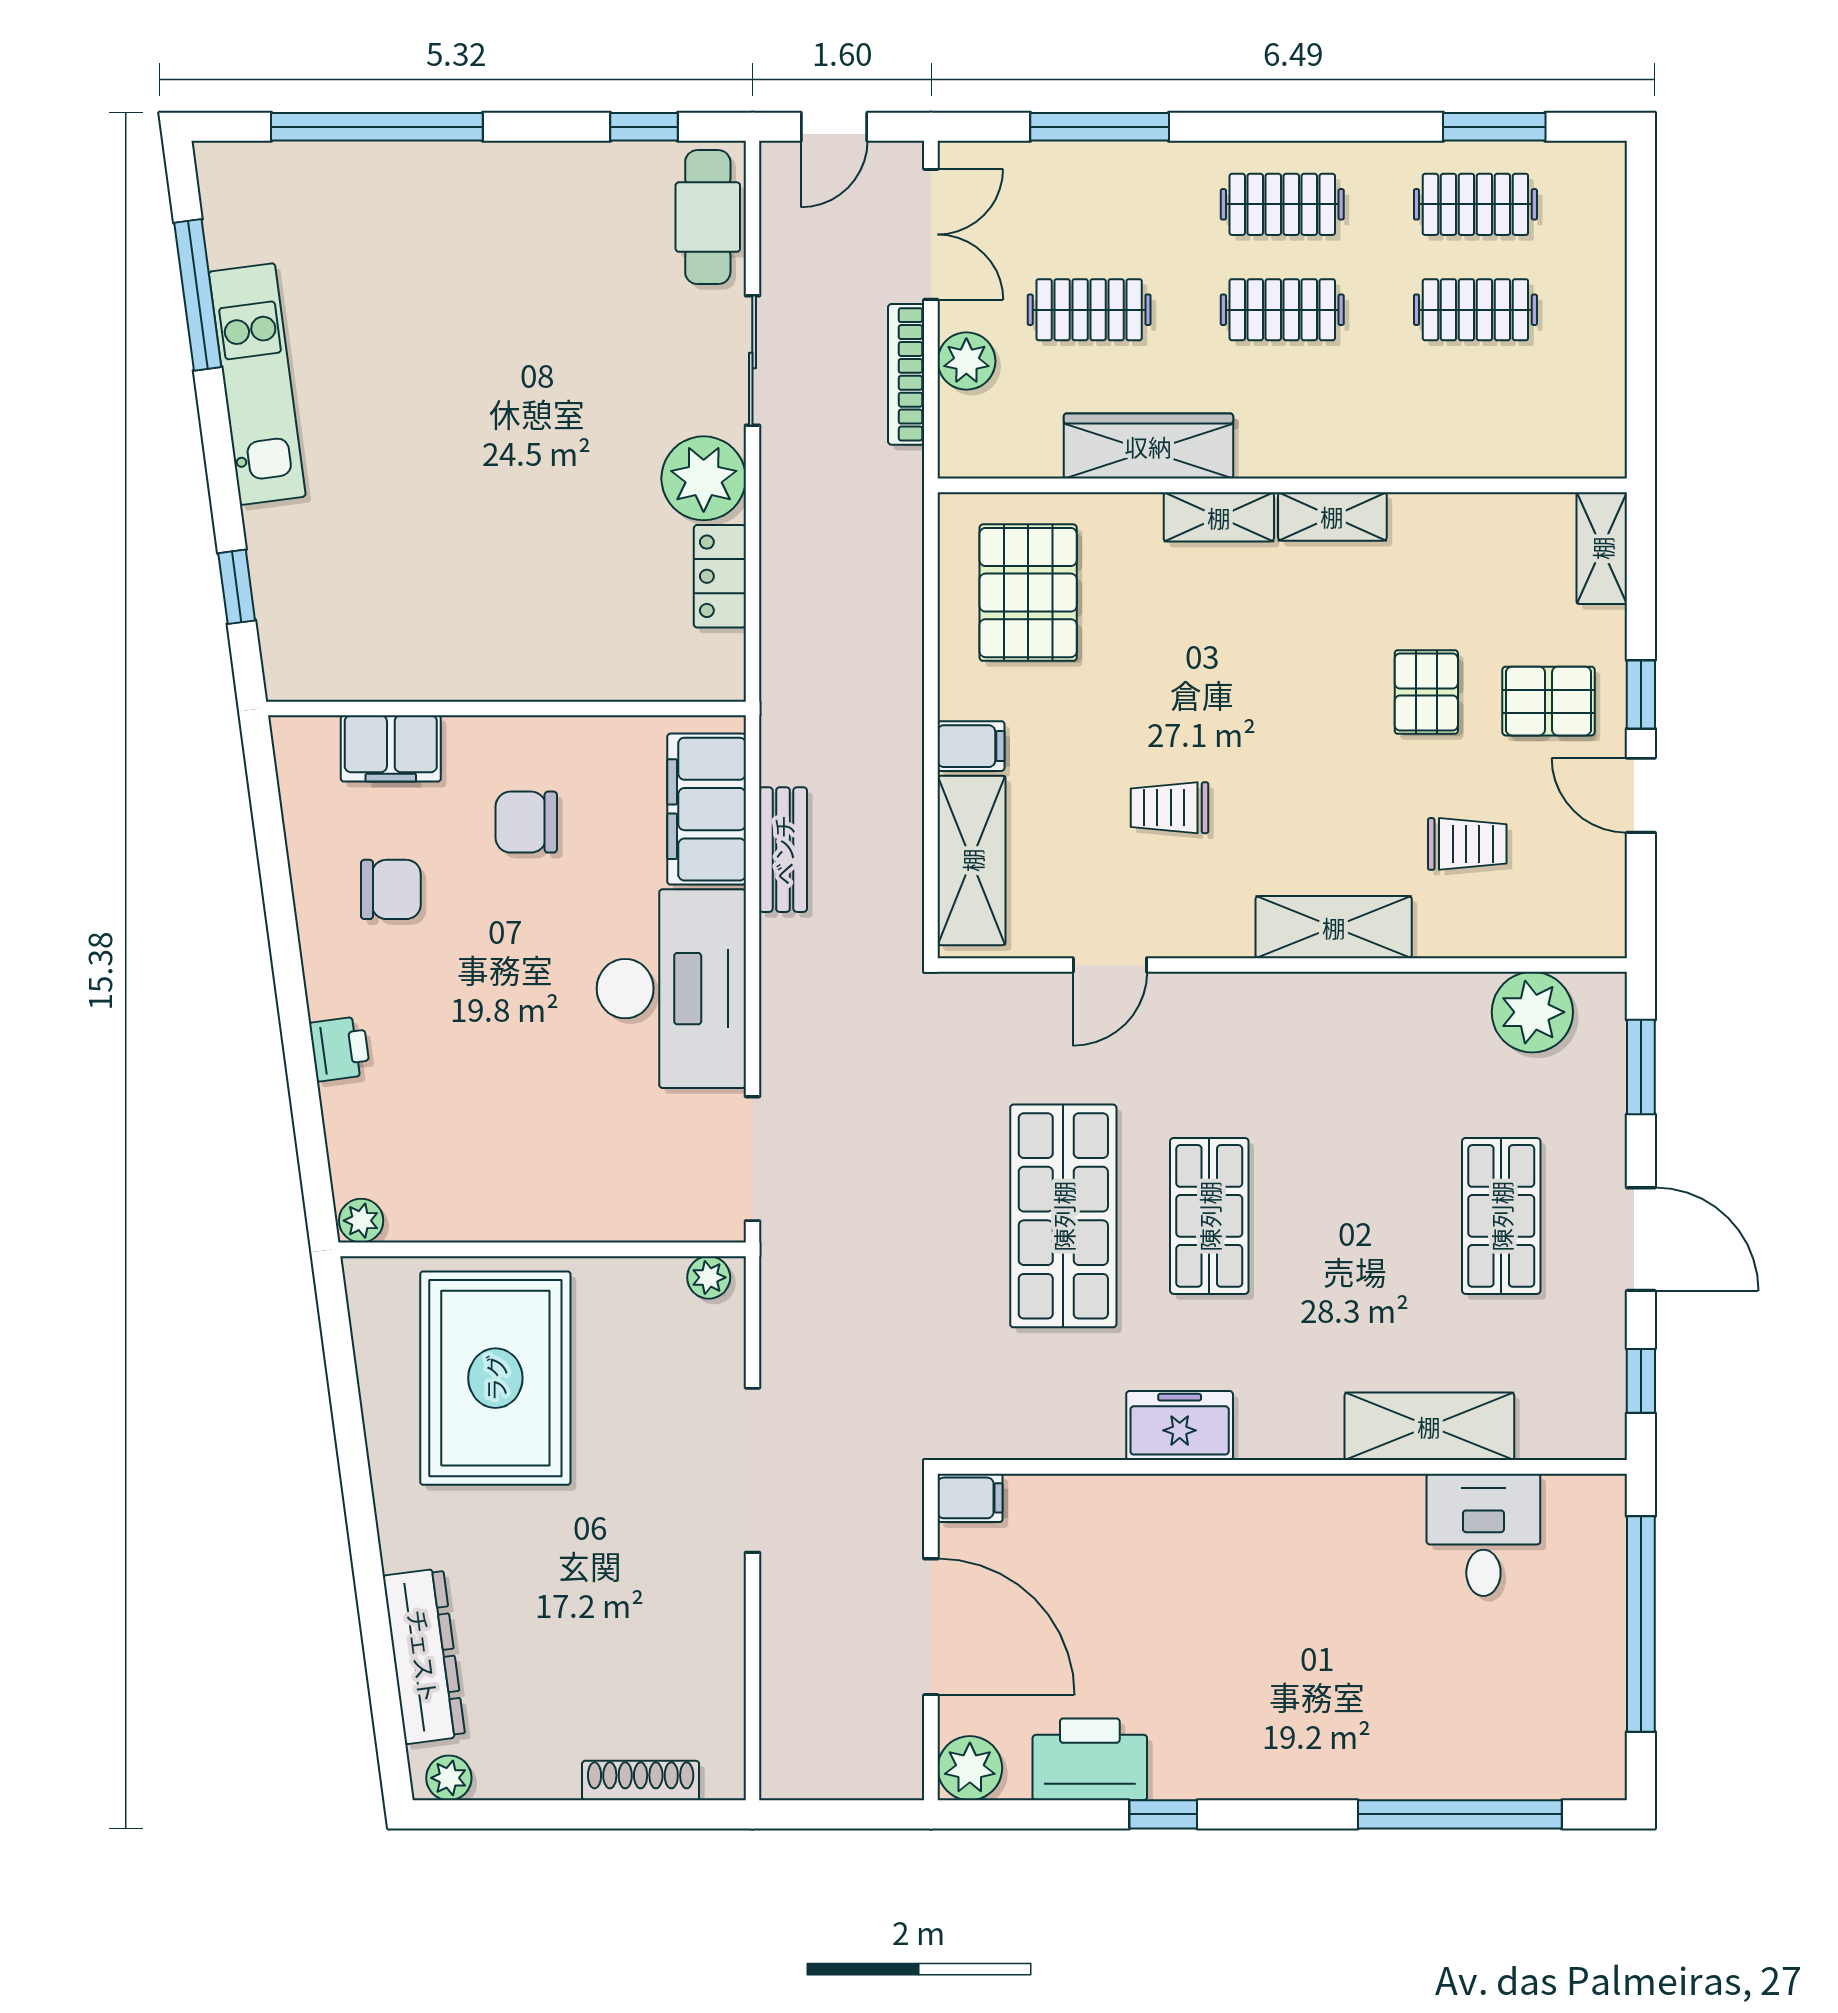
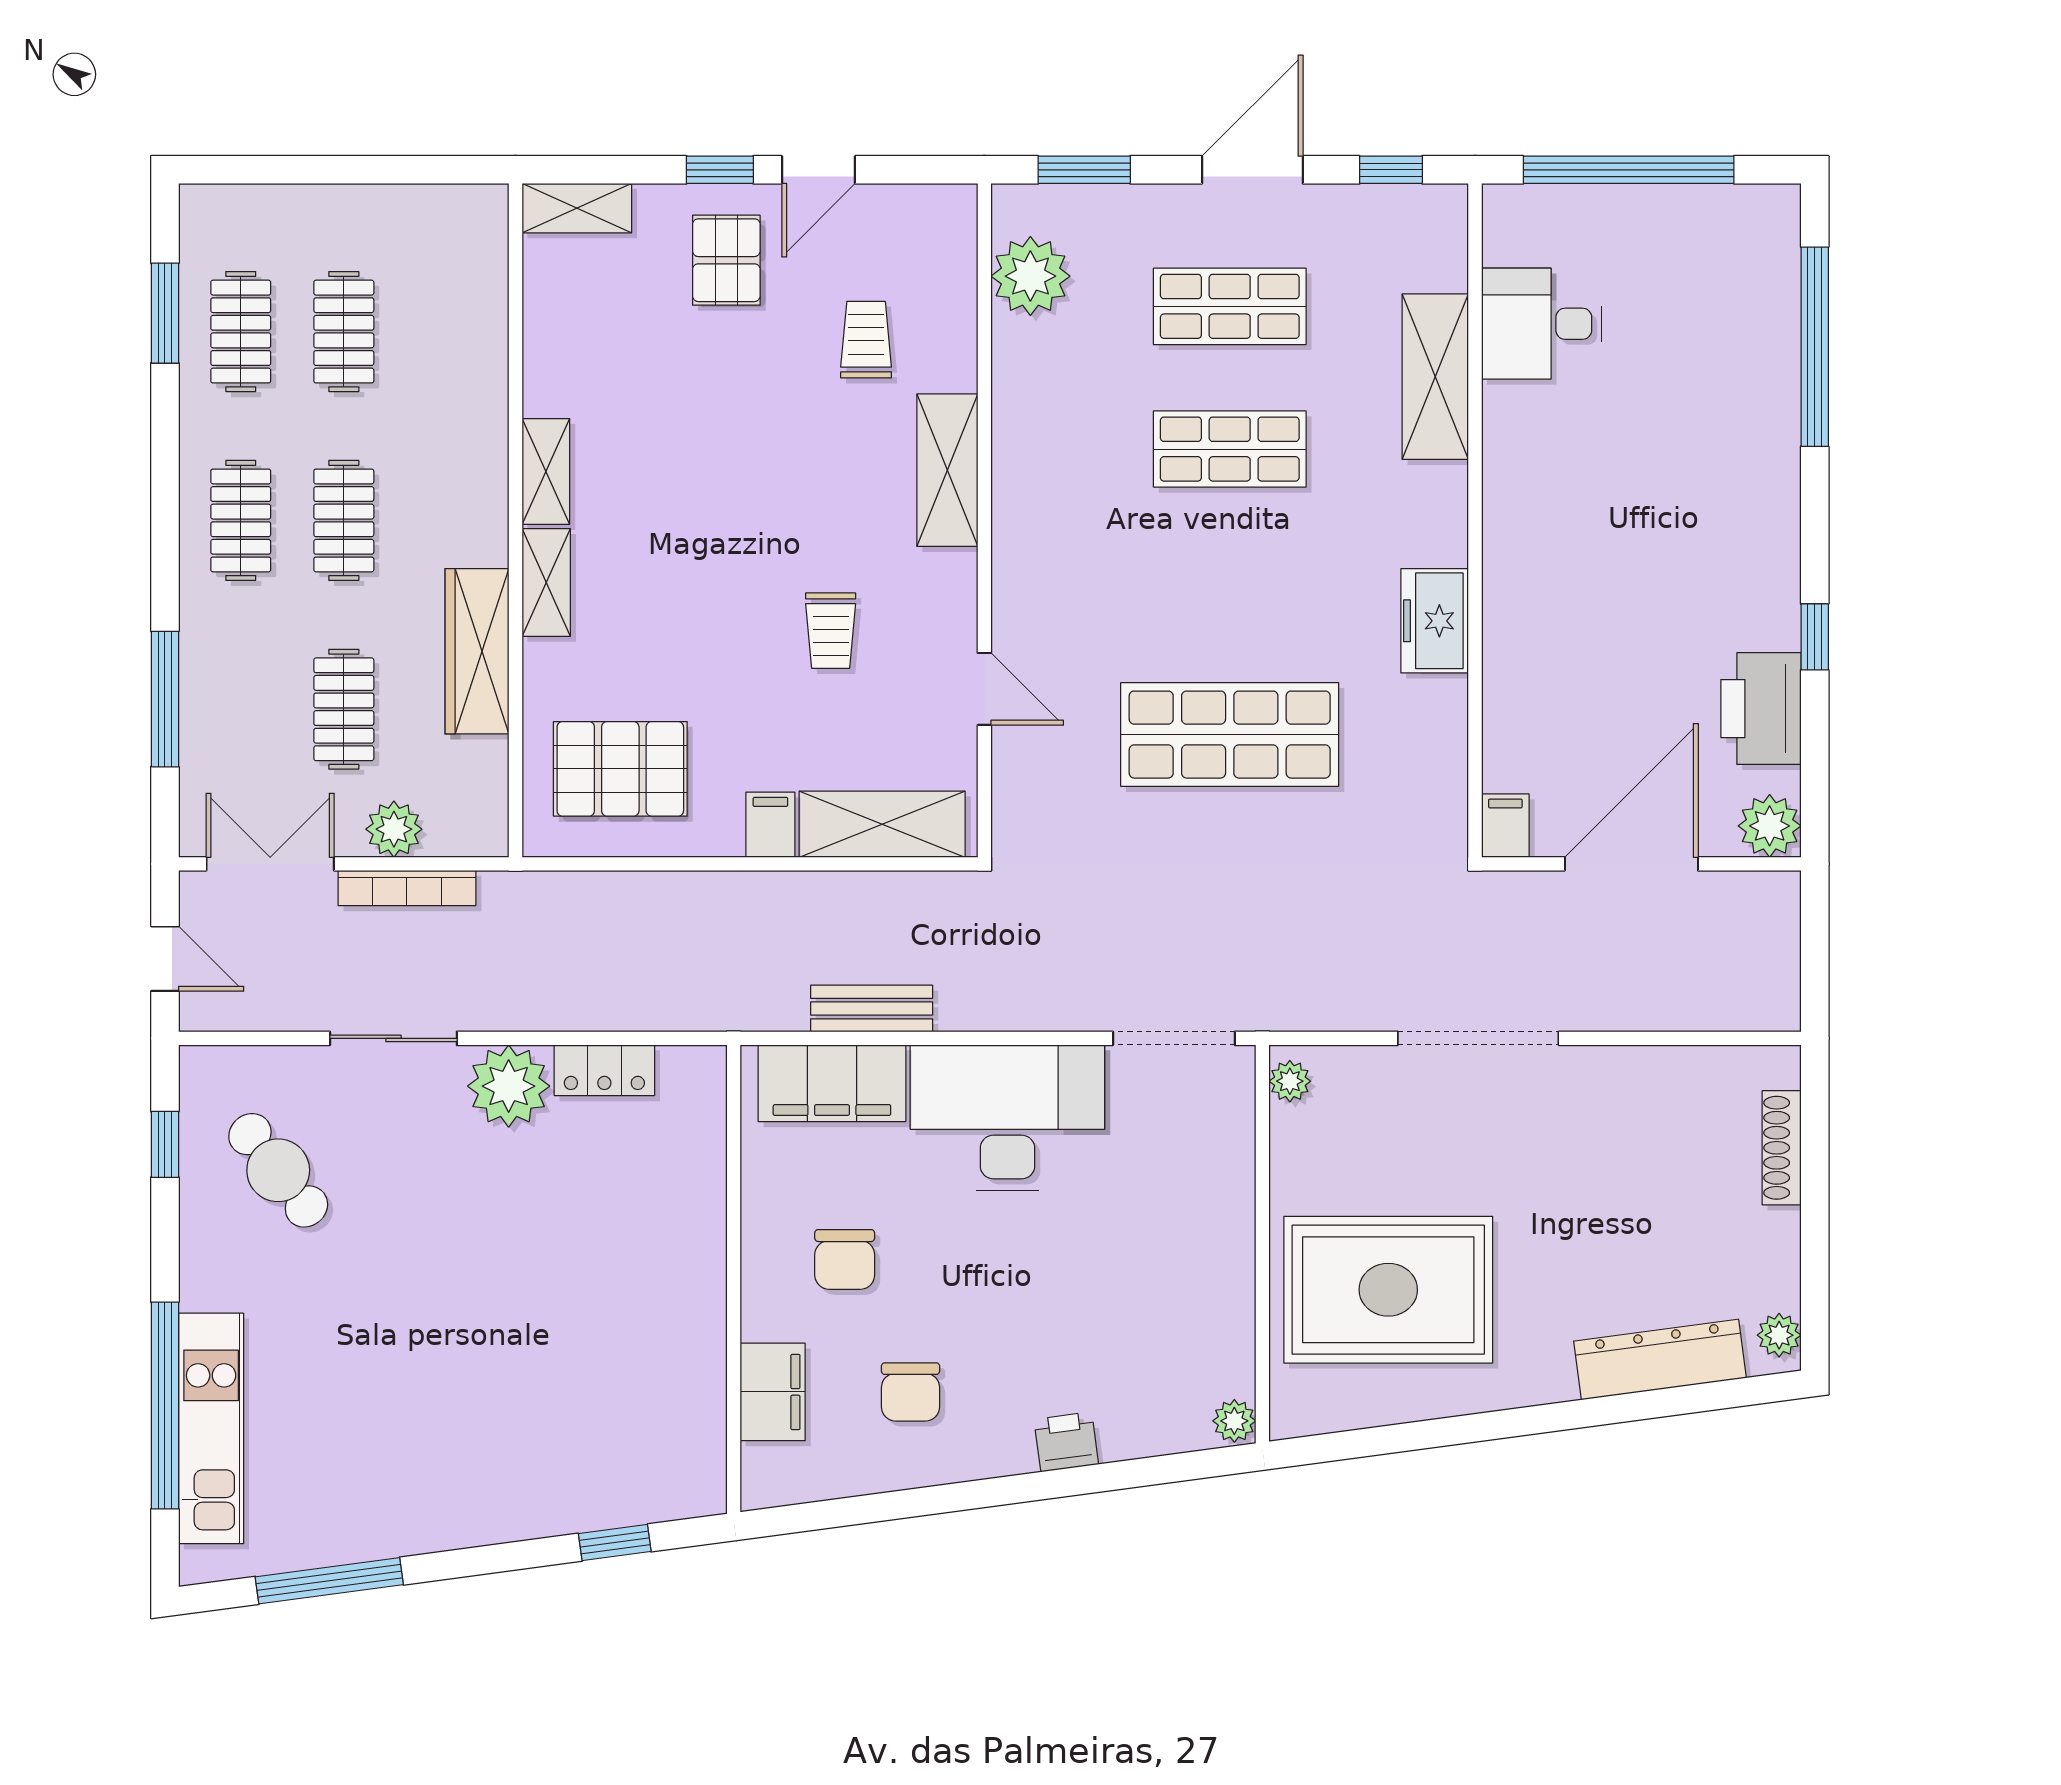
cafe table: (708, 217) -> (278, 1170), moved, turned 52
kitchen unit: (257, 384) -> (211, 1428), moved, turned 98
pallet: (1426, 692) -> (718, 380), removed
chair: (391, 889) -> (911, 1392), turned 180
shop shelf: (1209, 1216) -> (1230, 449), moved

